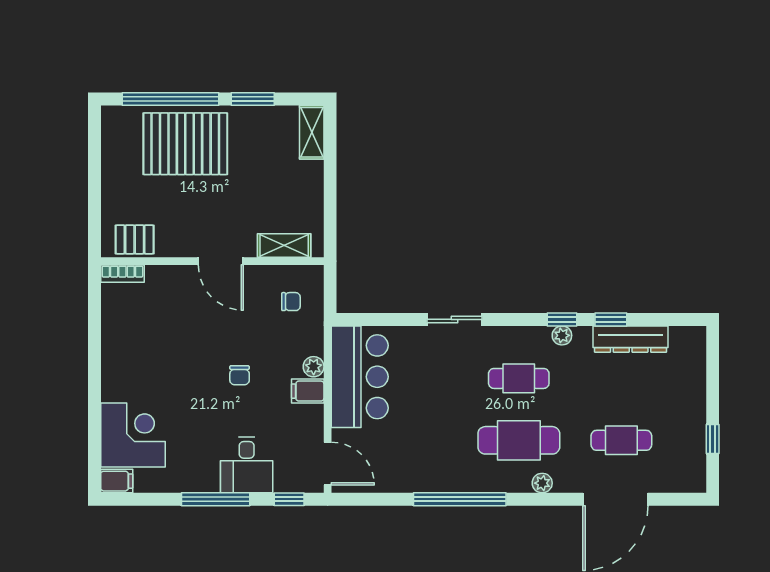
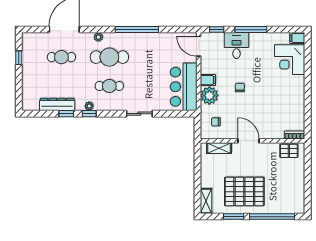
pallet: (185, 144) -> (244, 192), moved
plant: (314, 367) -> (209, 96), width x1.87, depth x1.87

